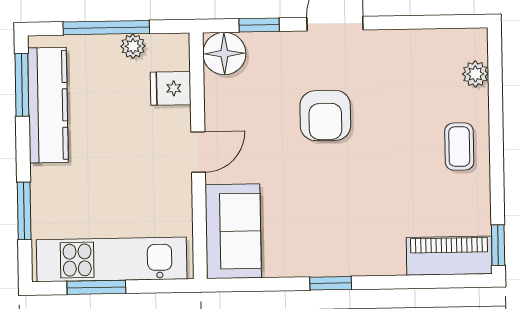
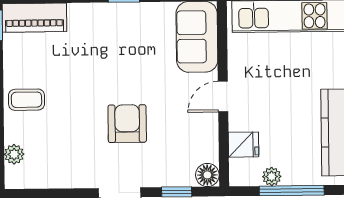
floor lamp: (224, 54) -> (207, 175), width x0.73, depth x0.73
coffee table: (459, 147) -> (27, 100), turned 90

